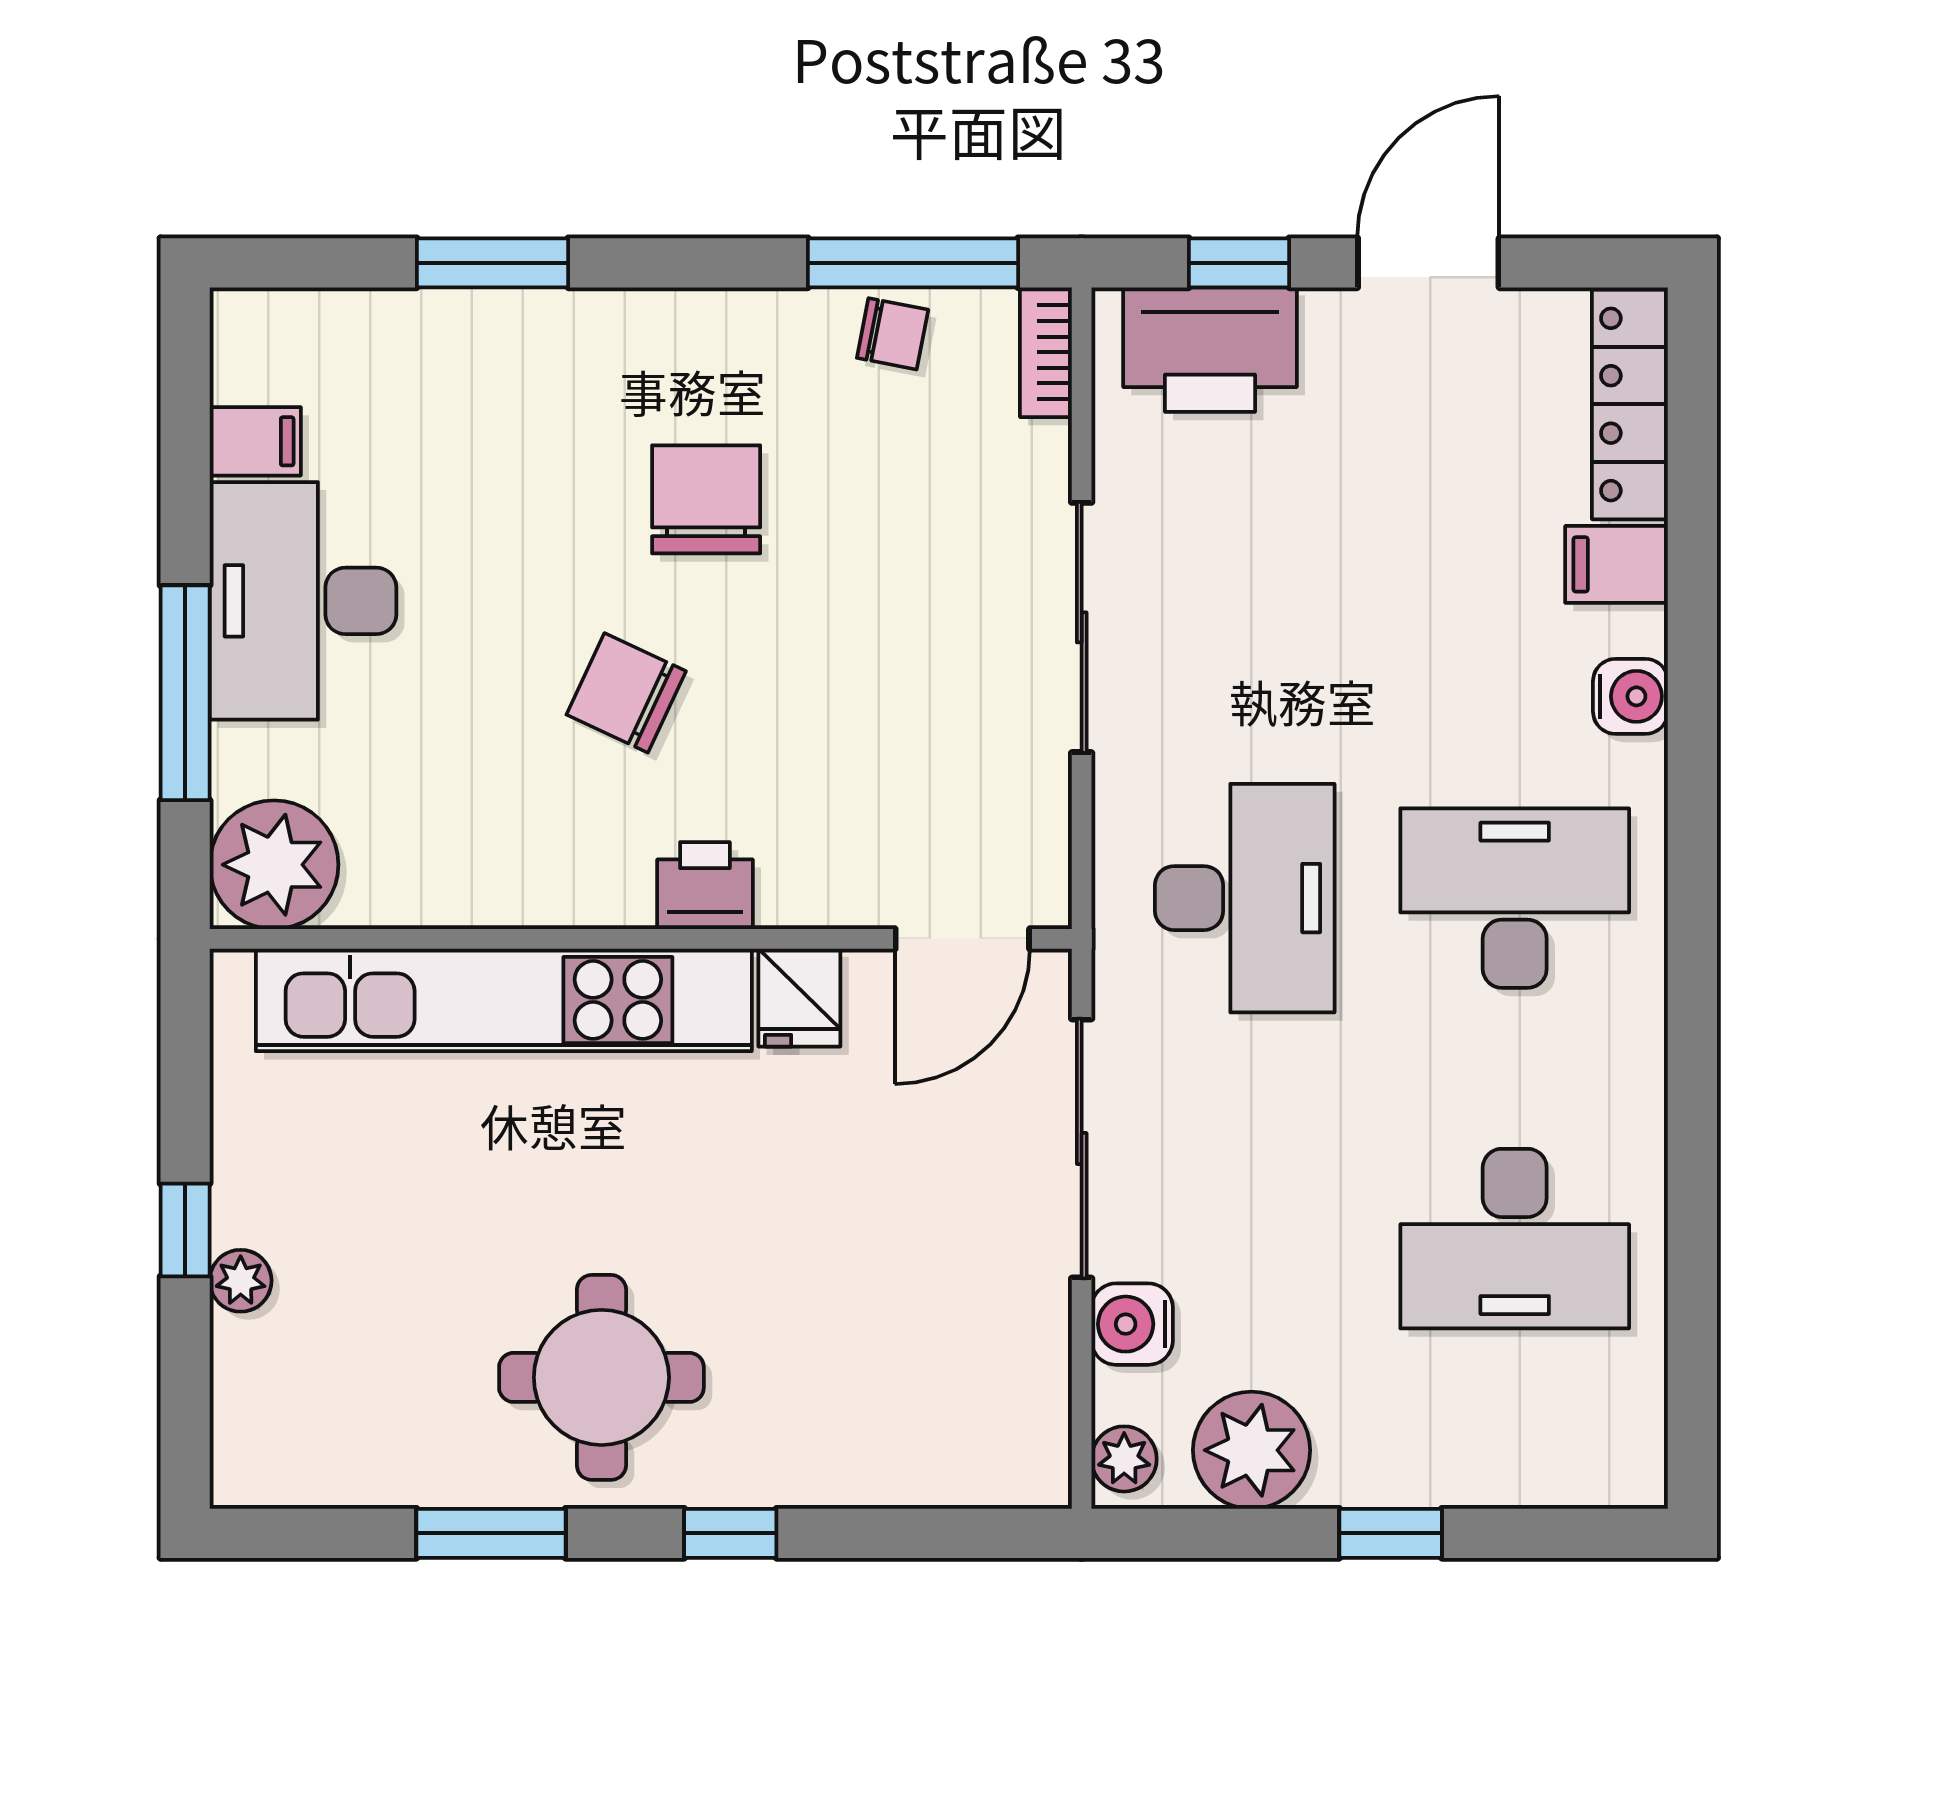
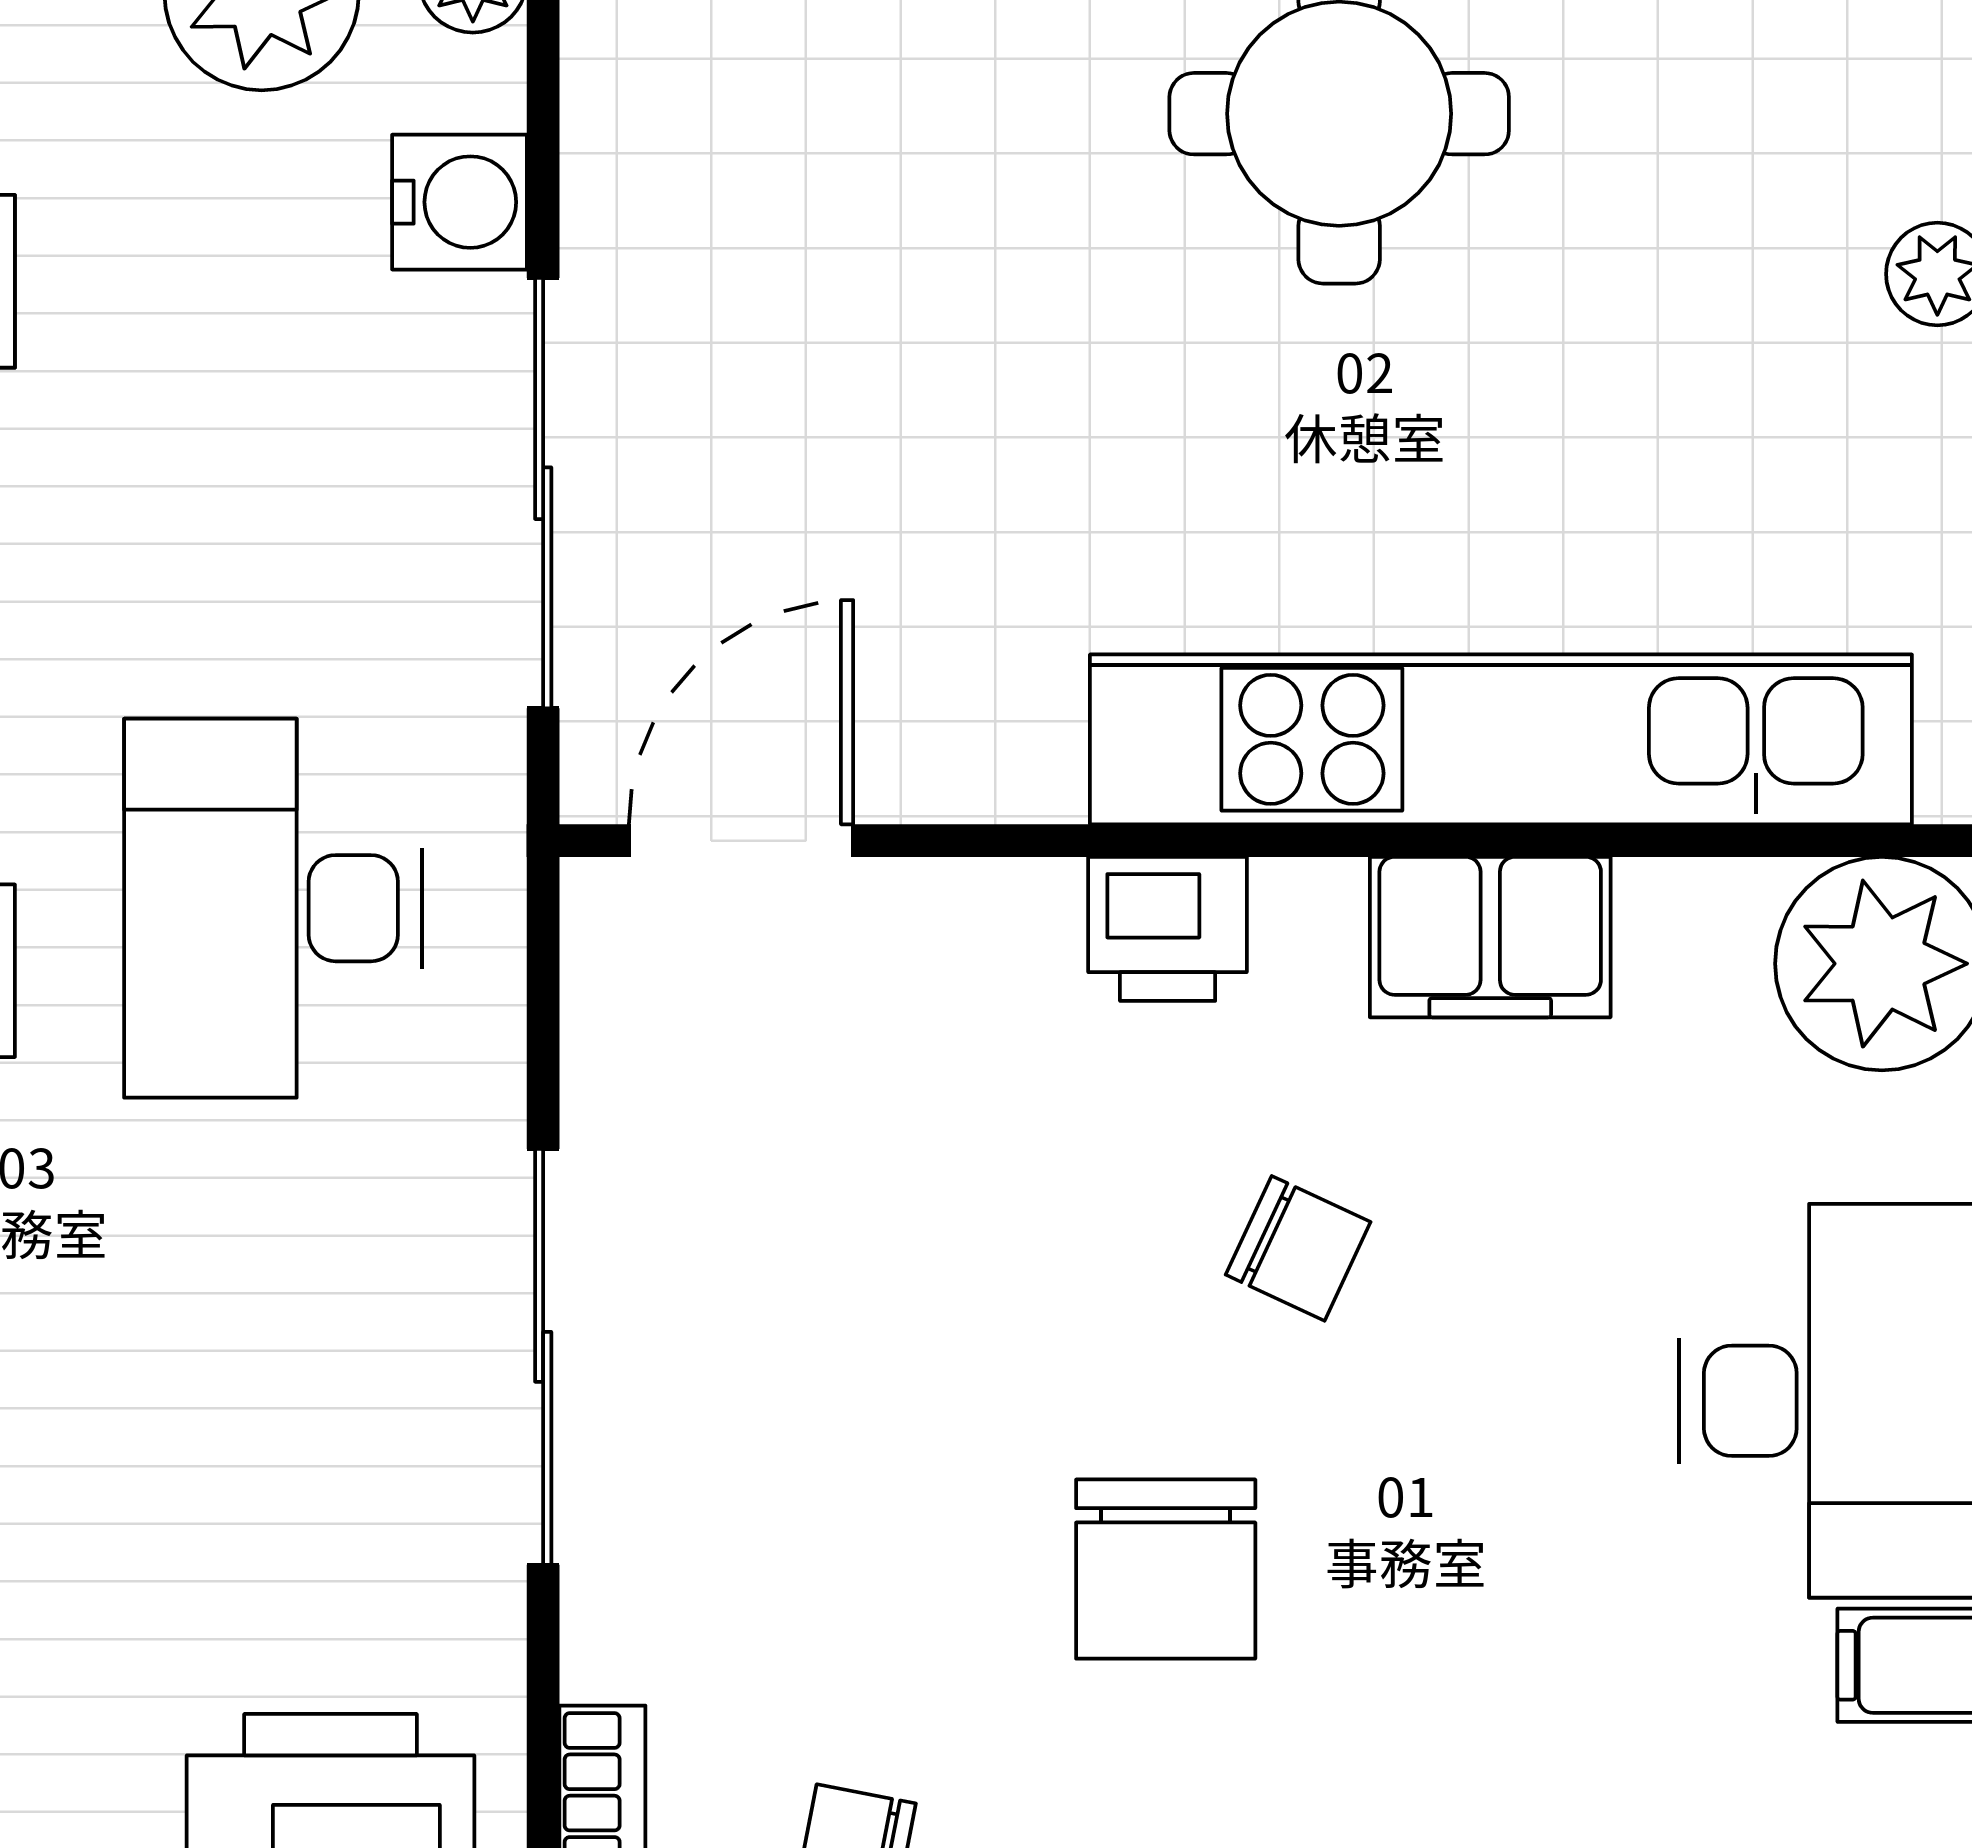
chair: (626, 693) -> (1298, 1248), width x0.73, depth x0.73
filing cabinet: (510, 881) -> (1490, 937), added
fridge: (799, 998) -> (1011, 743), removed

